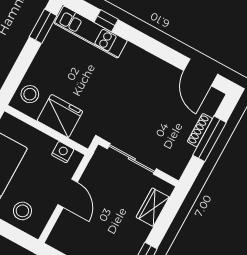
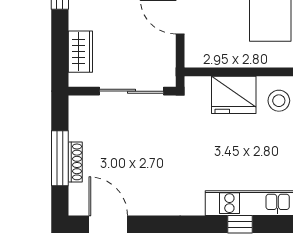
nightstand: (63, 152) -> (210, 58), removed

